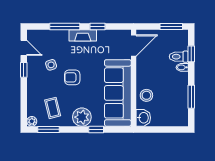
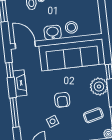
window: (98, 26) -> (10, 70), moved
fireplace: (83, 35) -> (20, 83), moved
washbasin: (143, 118) -> (53, 33), moved

